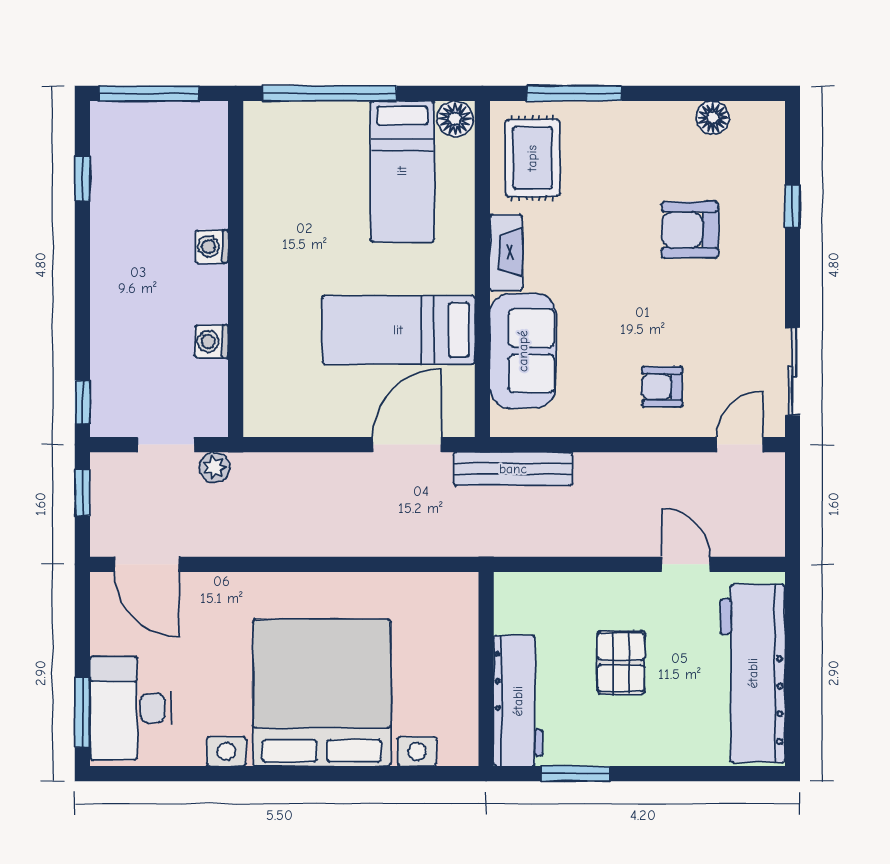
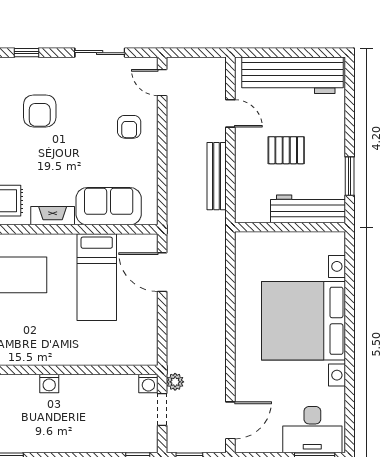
washing machine: (212, 341) -> (148, 384), moved
sliding door: (792, 371) -> (100, 53), moved
bench: (513, 469) -> (217, 176), moved
door: (686, 564) -> (230, 113), swing flipped

